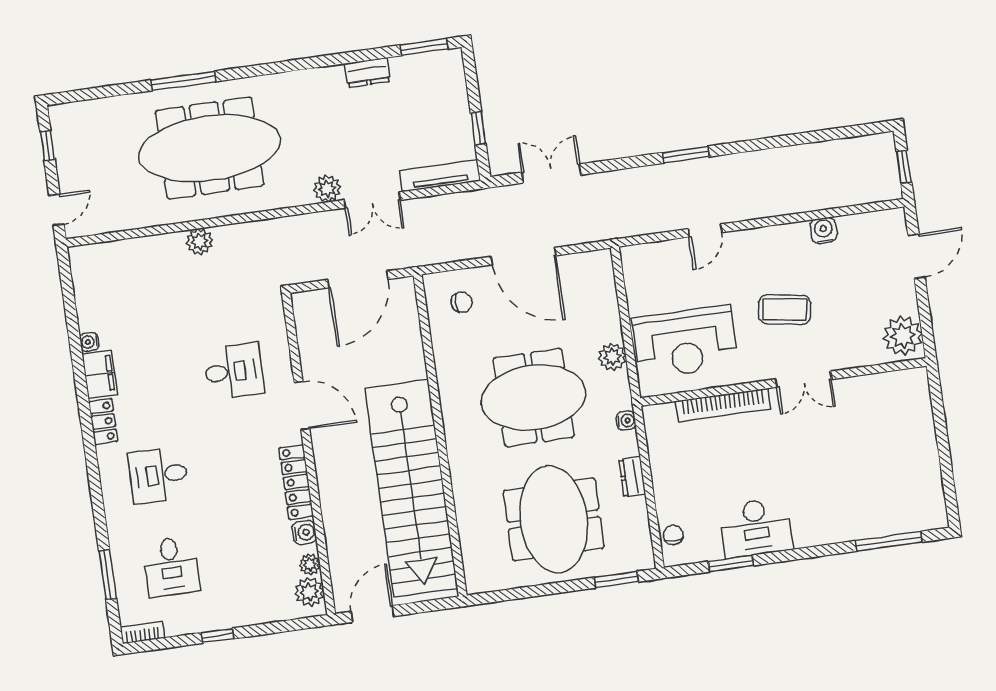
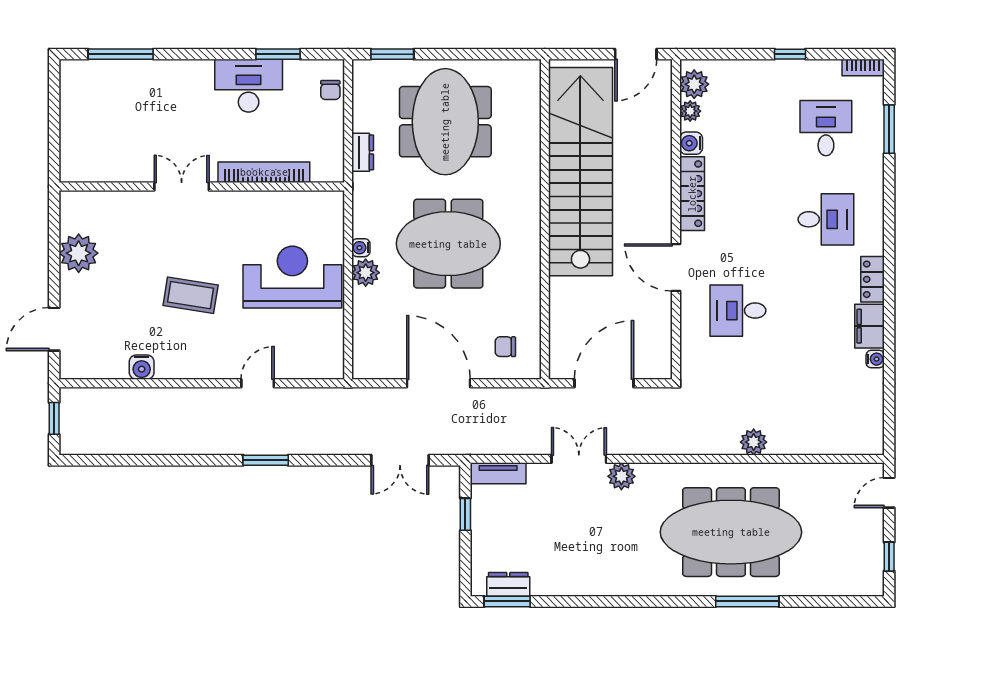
dresser: (367, 72) -> (508, 584), moved
tv unit: (440, 176) -> (498, 473), width x0.71
double door: (804, 379) -> (182, 187), moved
wall: (783, 382) -> (202, 187), moved
bookcase: (723, 405) -> (264, 172), moved
water cooler: (626, 421) -> (361, 248), moved

